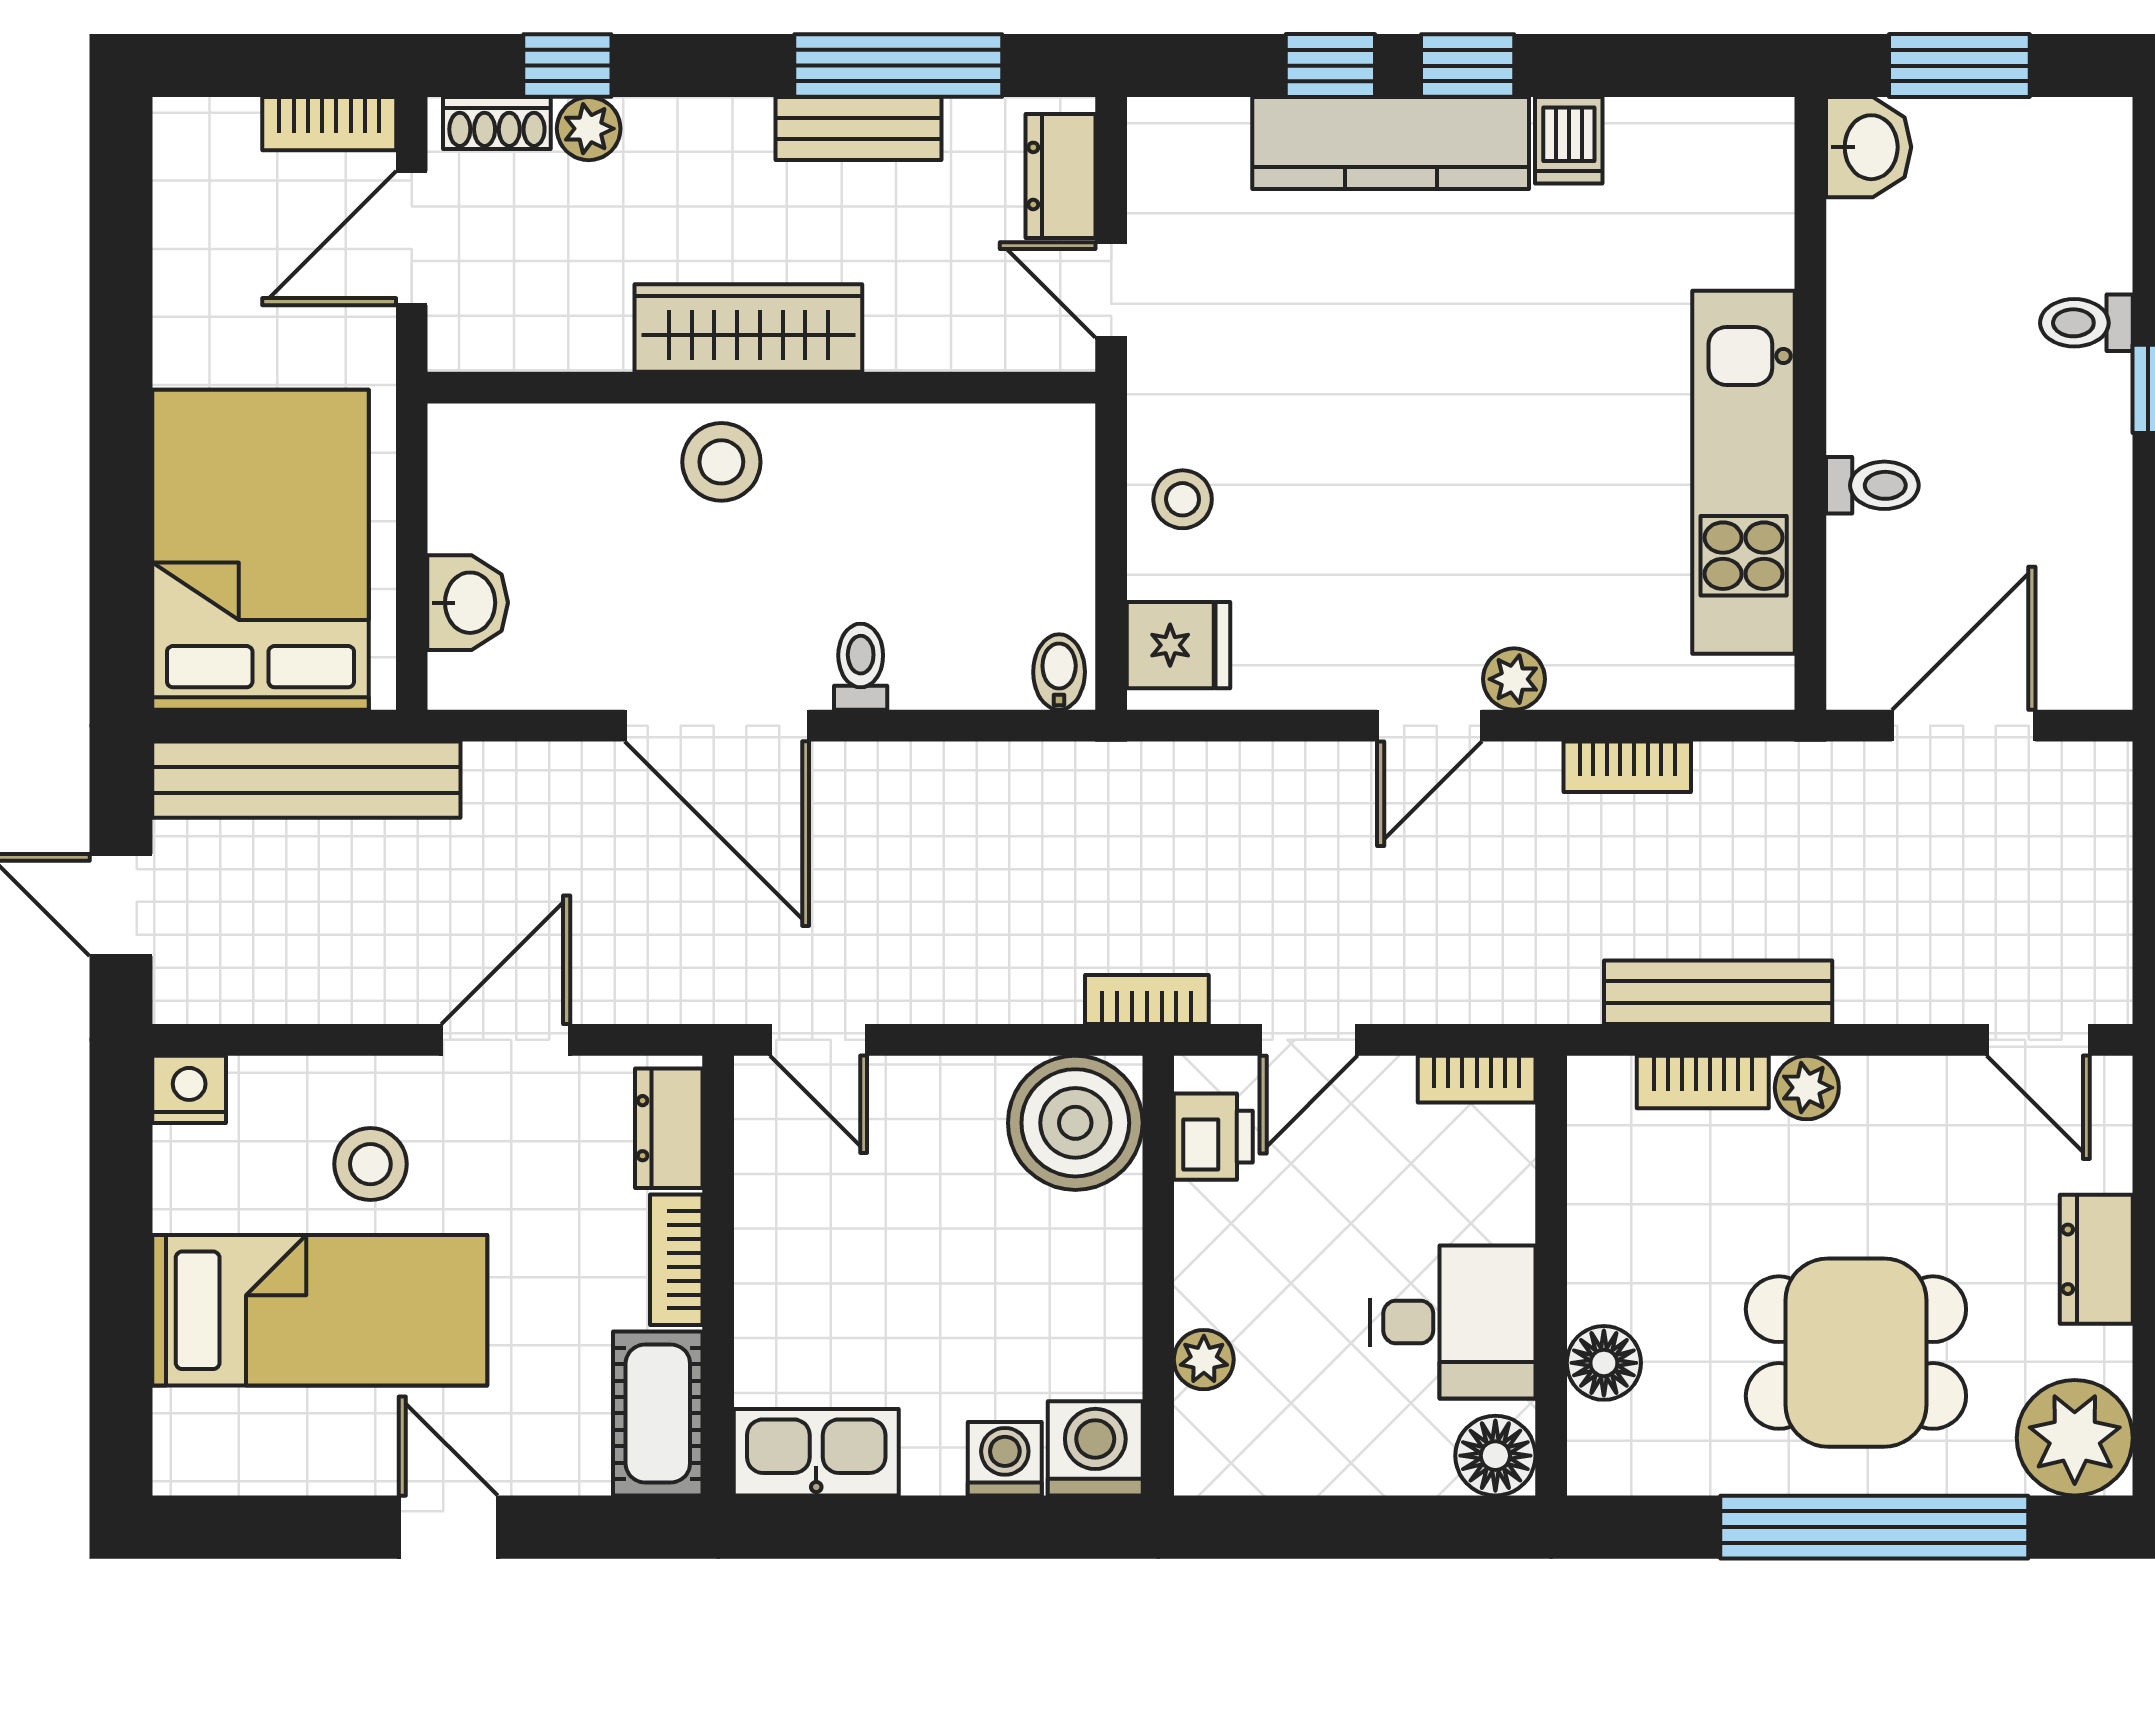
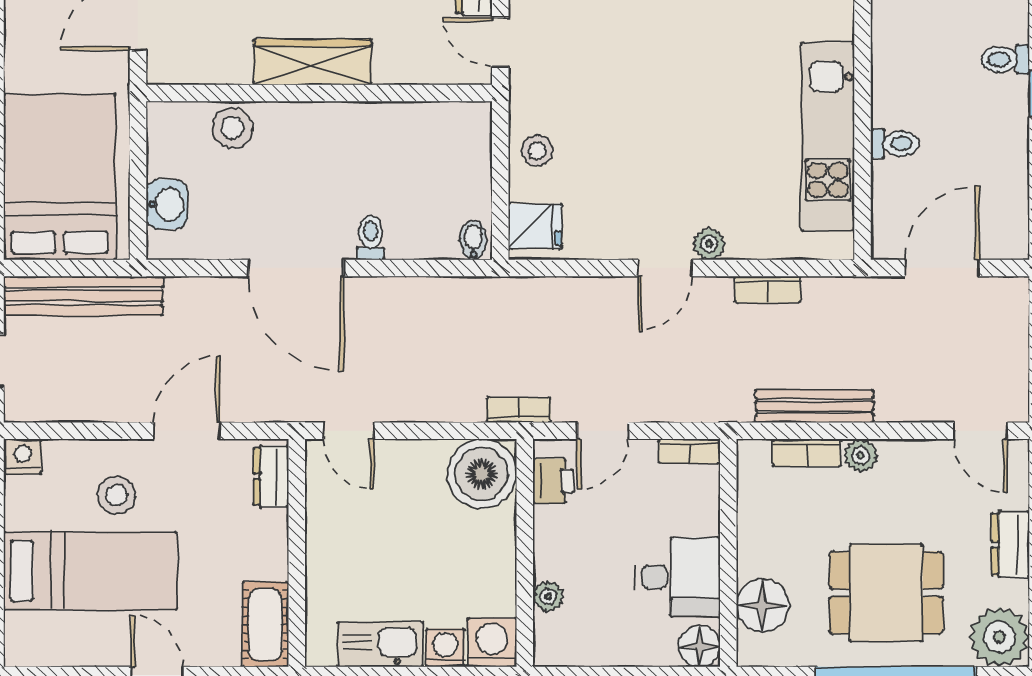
stool: (721, 462) -> (232, 128), moved
bookcase: (676, 1260) -> (275, 545), removed
floor lamp: (1604, 1363) -> (763, 605), width x1.38, depth x1.38
kitchen sink: (816, 1452) -> (380, 644), moved

